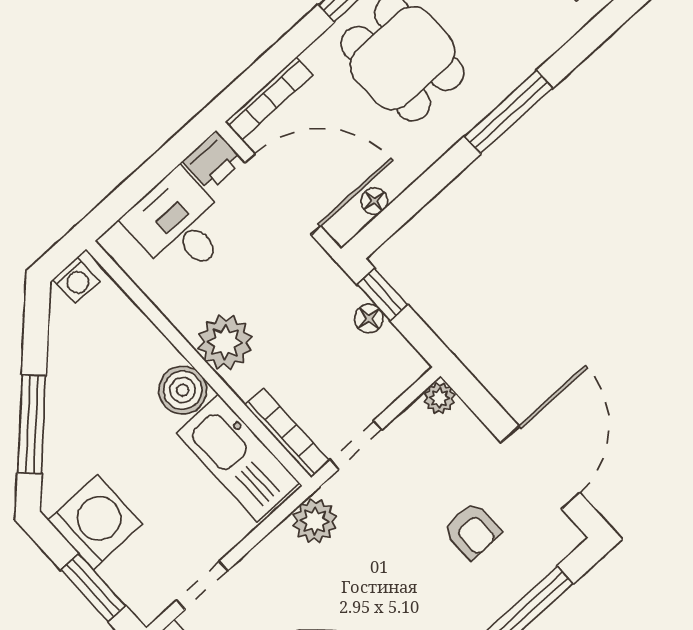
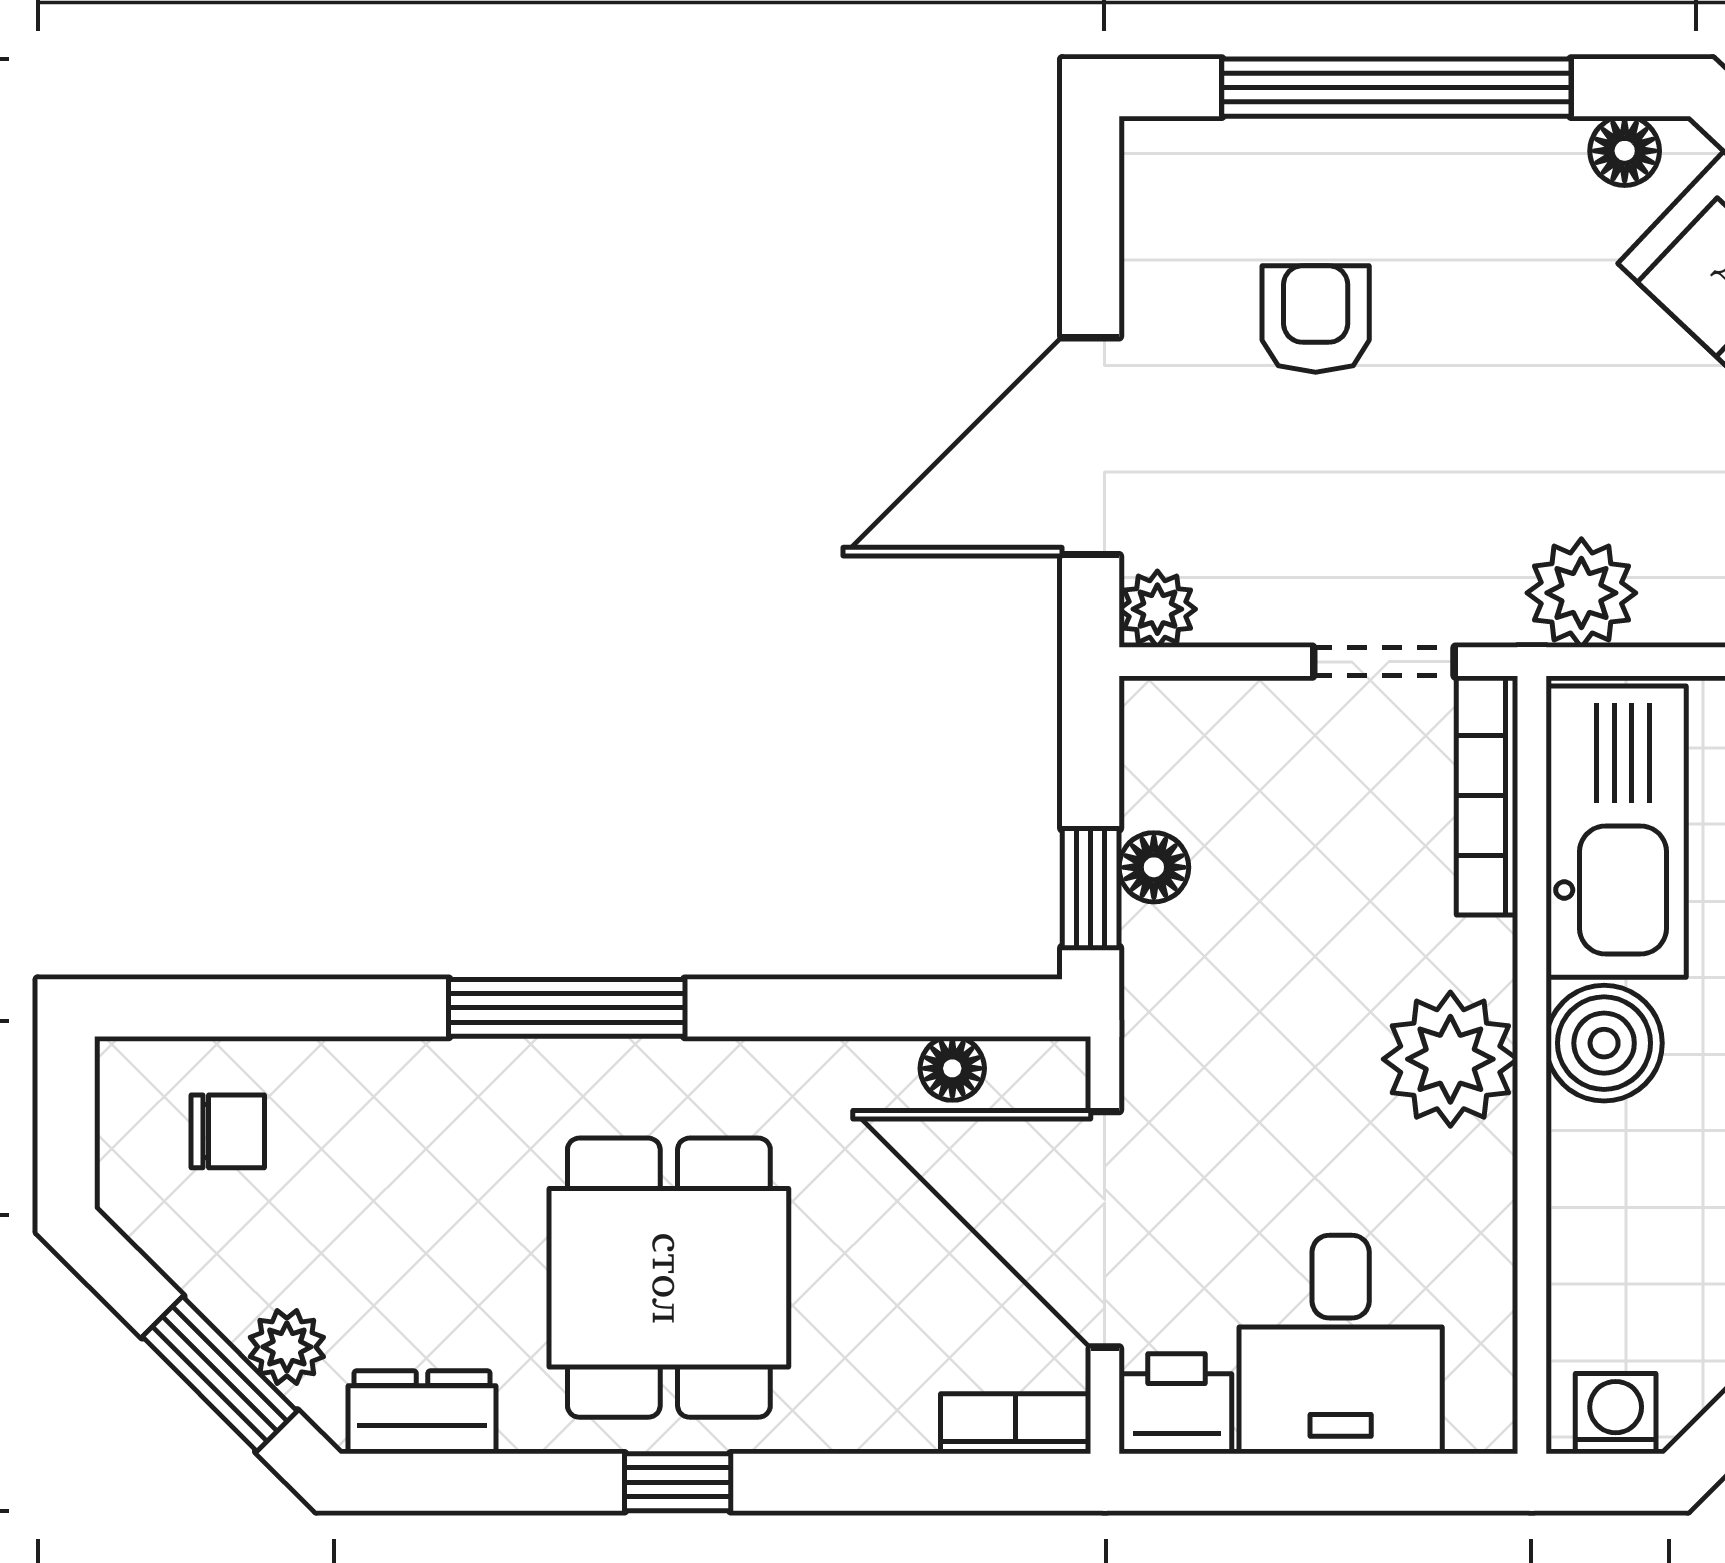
bookcase: (269, 99) -> (1016, 1424), width x0.64
door: (540, 468) -> (1091, 446), moved

